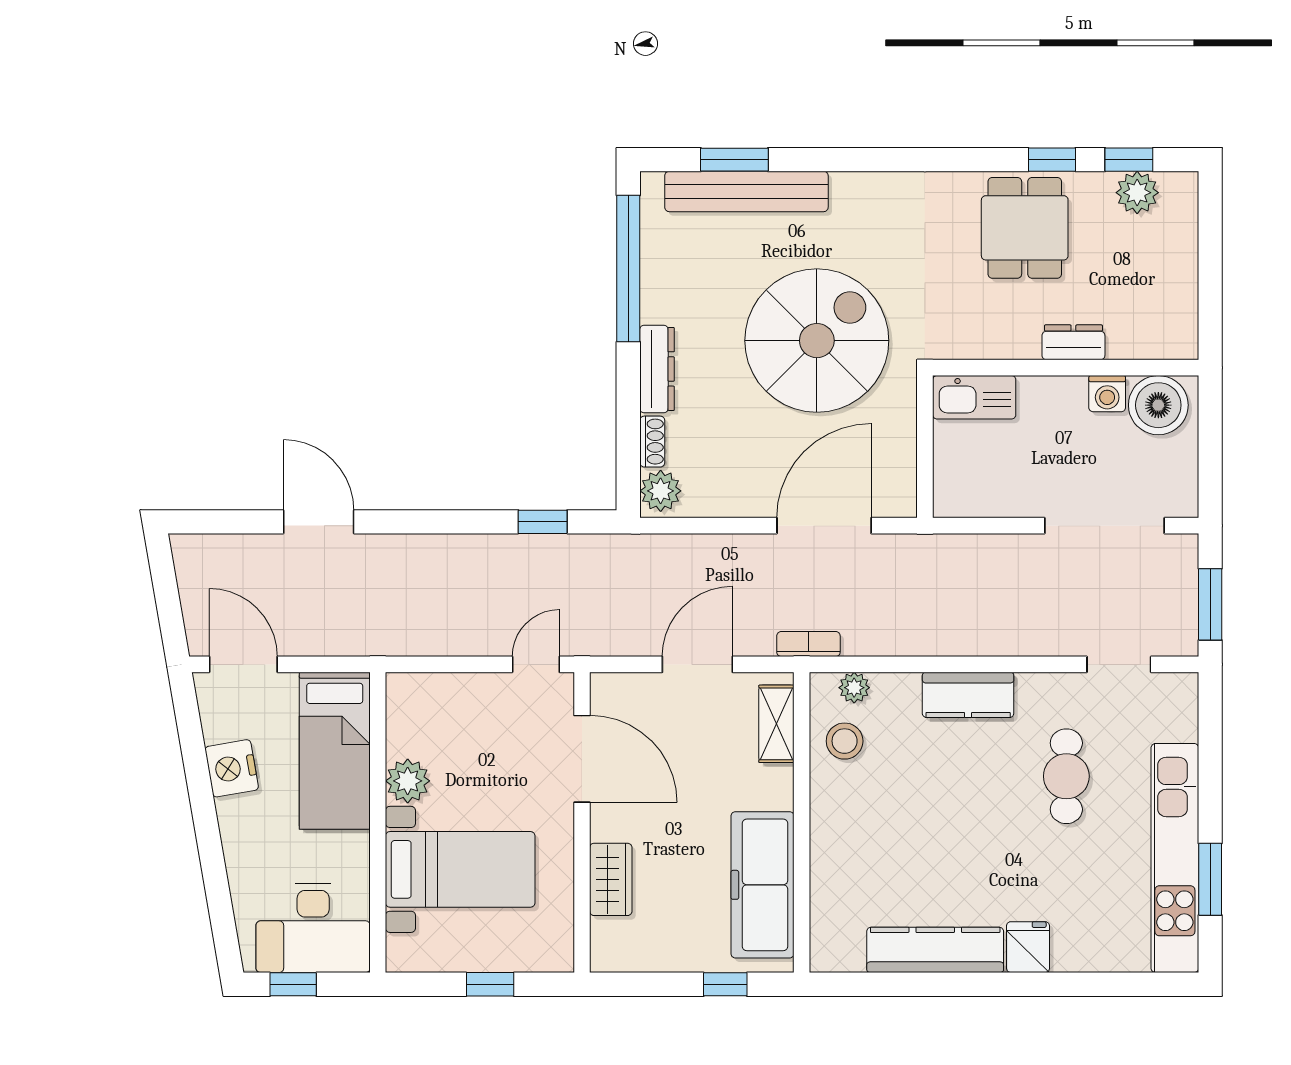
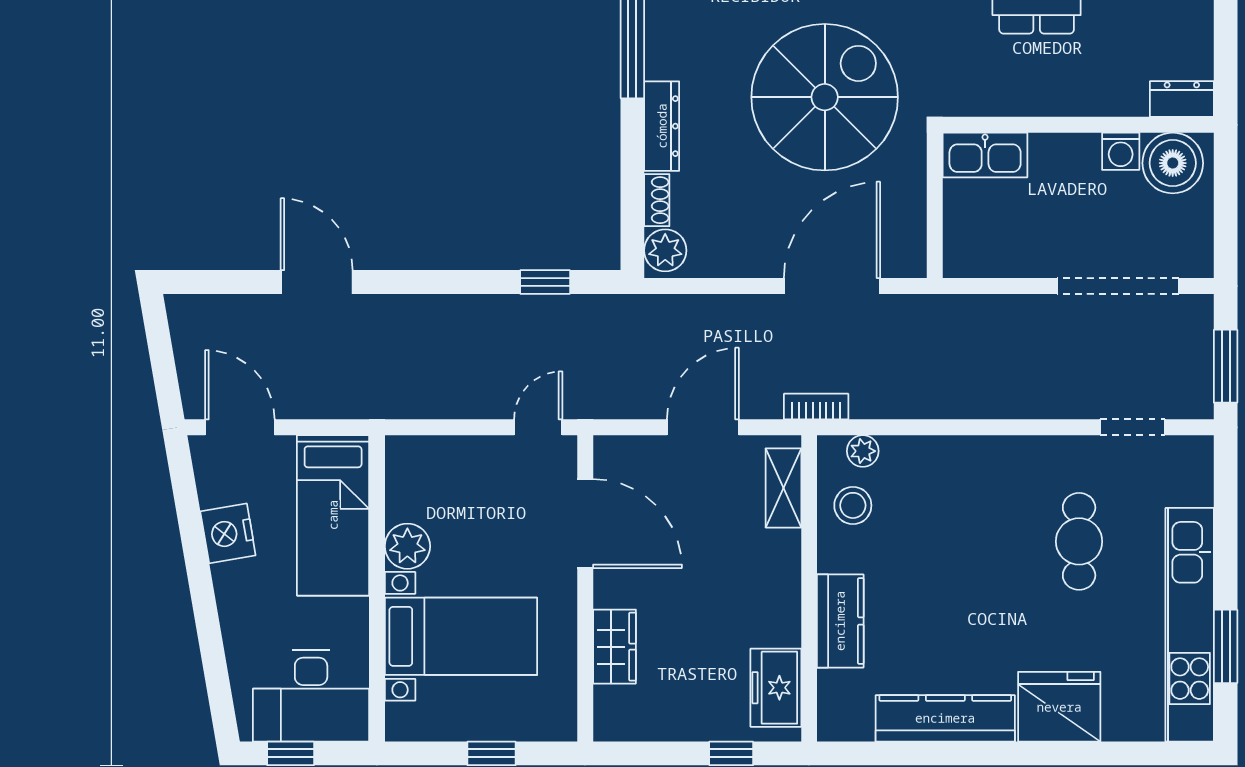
dresser: (1073, 342) -> (1182, 99), moved
kitchen counter: (968, 695) -> (840, 621), moved, turned -90
freezer: (763, 885) -> (776, 688), width x0.52, depth x0.79
fridge: (1028, 947) -> (1059, 707), width x1.88, depth x1.34

